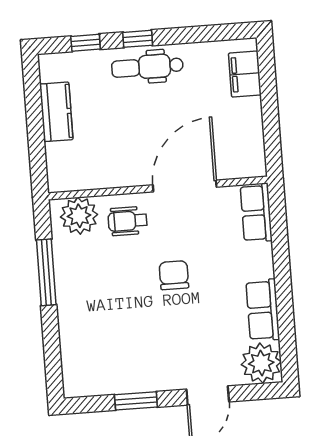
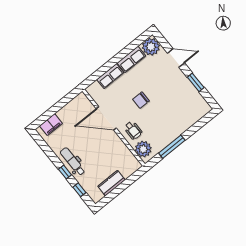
dental chair: (147, 67) -> (73, 162), turned 180
row of seats: (256, 213) -> (110, 76), moved

